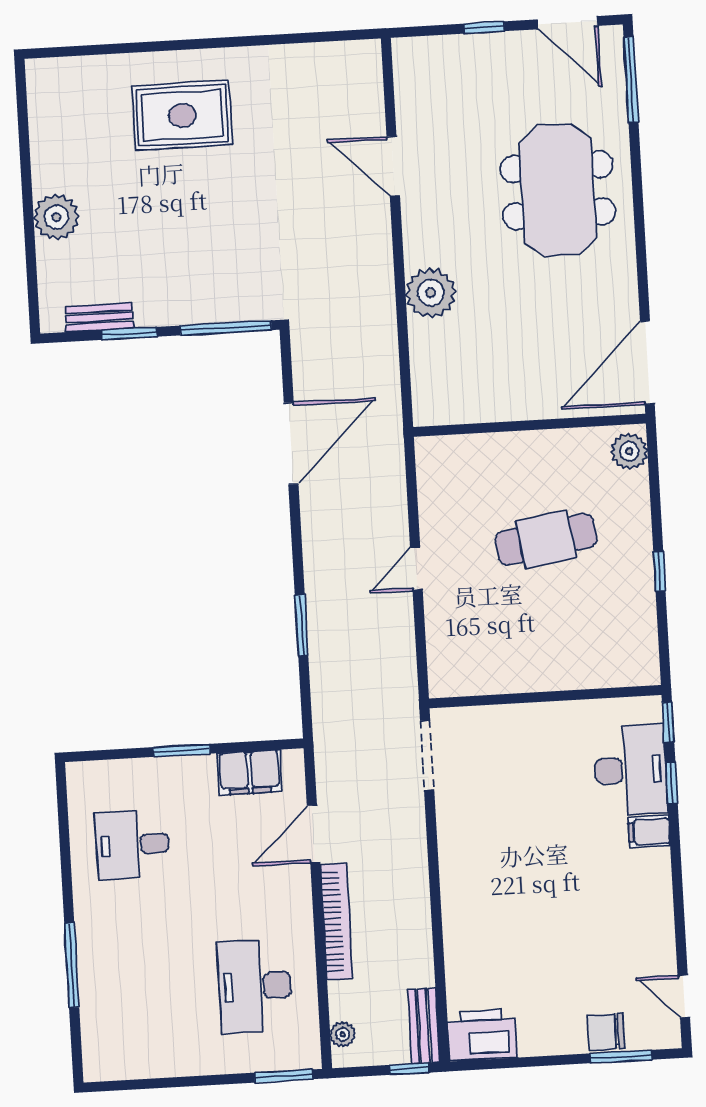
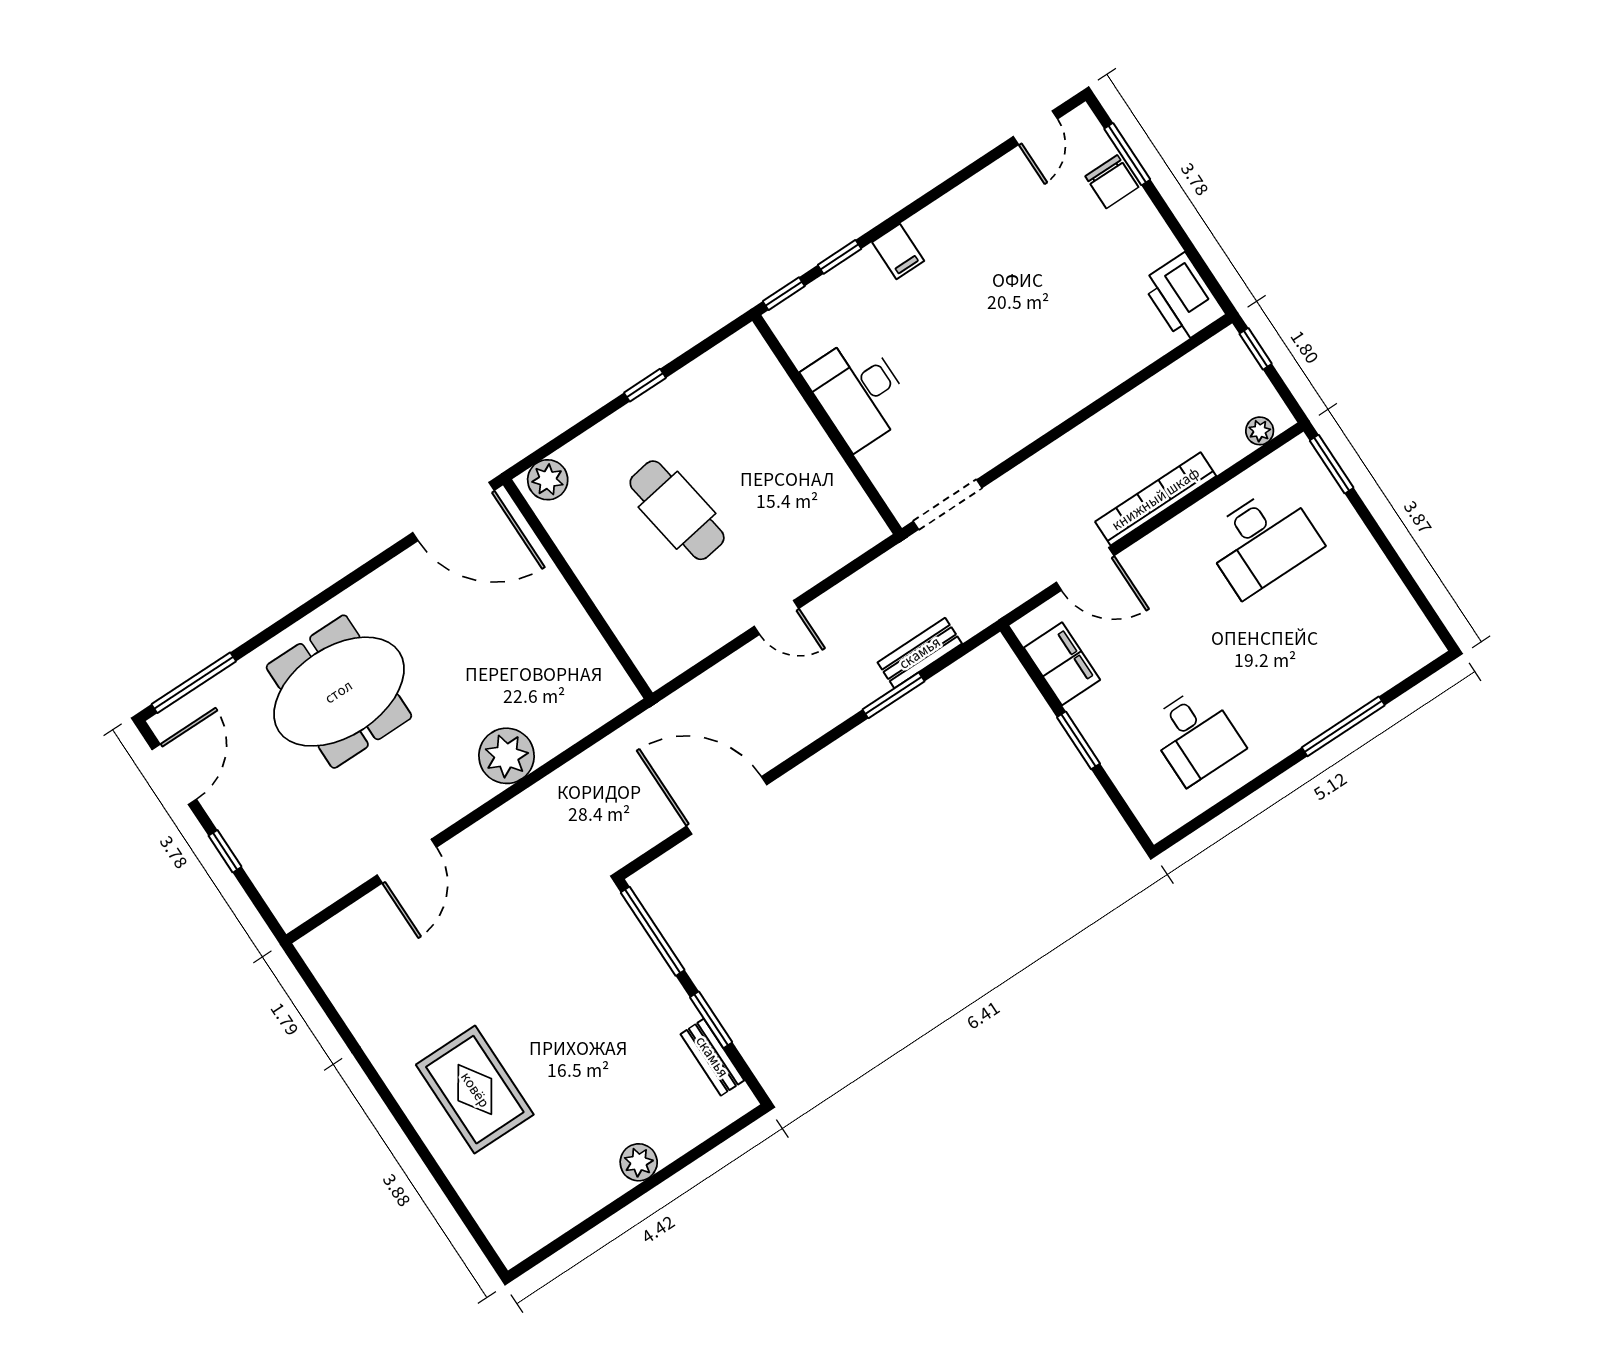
plant: (56, 217) -> (639, 1162), width x0.73, depth x0.73
desk: (631, 770) -> (858, 392), moved, turned -90
bench: (424, 1026) -> (920, 653), moved

